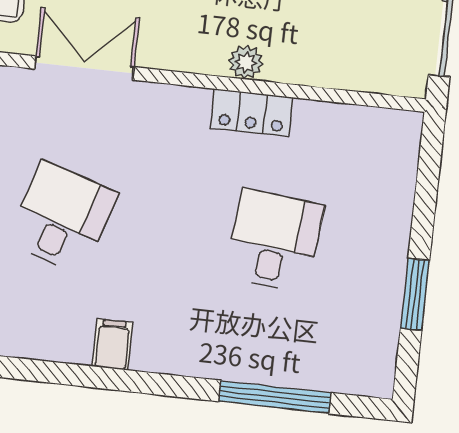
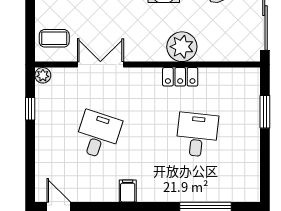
plant: (246, 62) -> (182, 47), width x1.87, depth x1.87
window: (415, 294) -> (265, 112), moved

